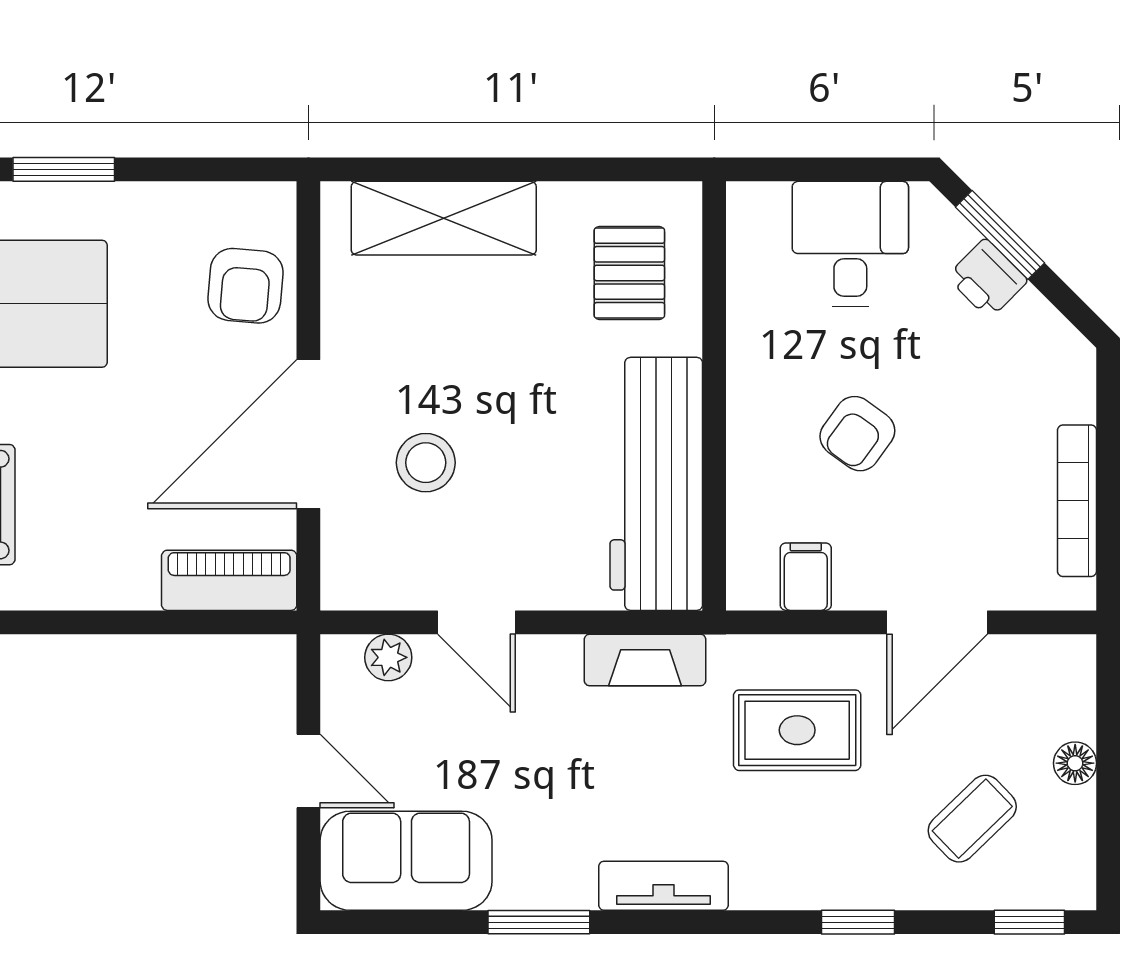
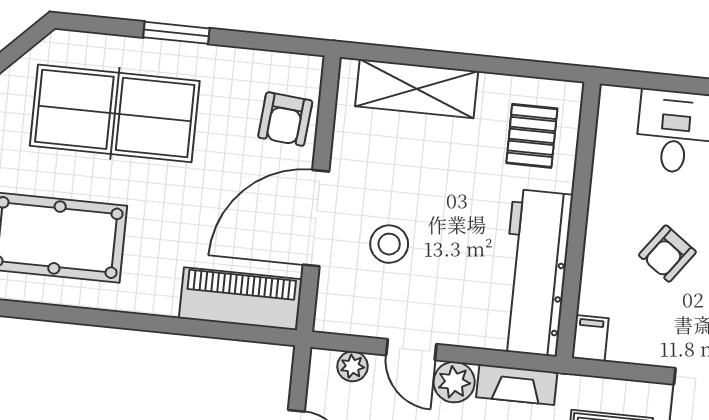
filing cabinet: (806, 577) -> (590, 338), moved
piano: (229, 580) -> (240, 299), width x1.37, depth x1.33
plant: (548, 666) -> (454, 382), added

